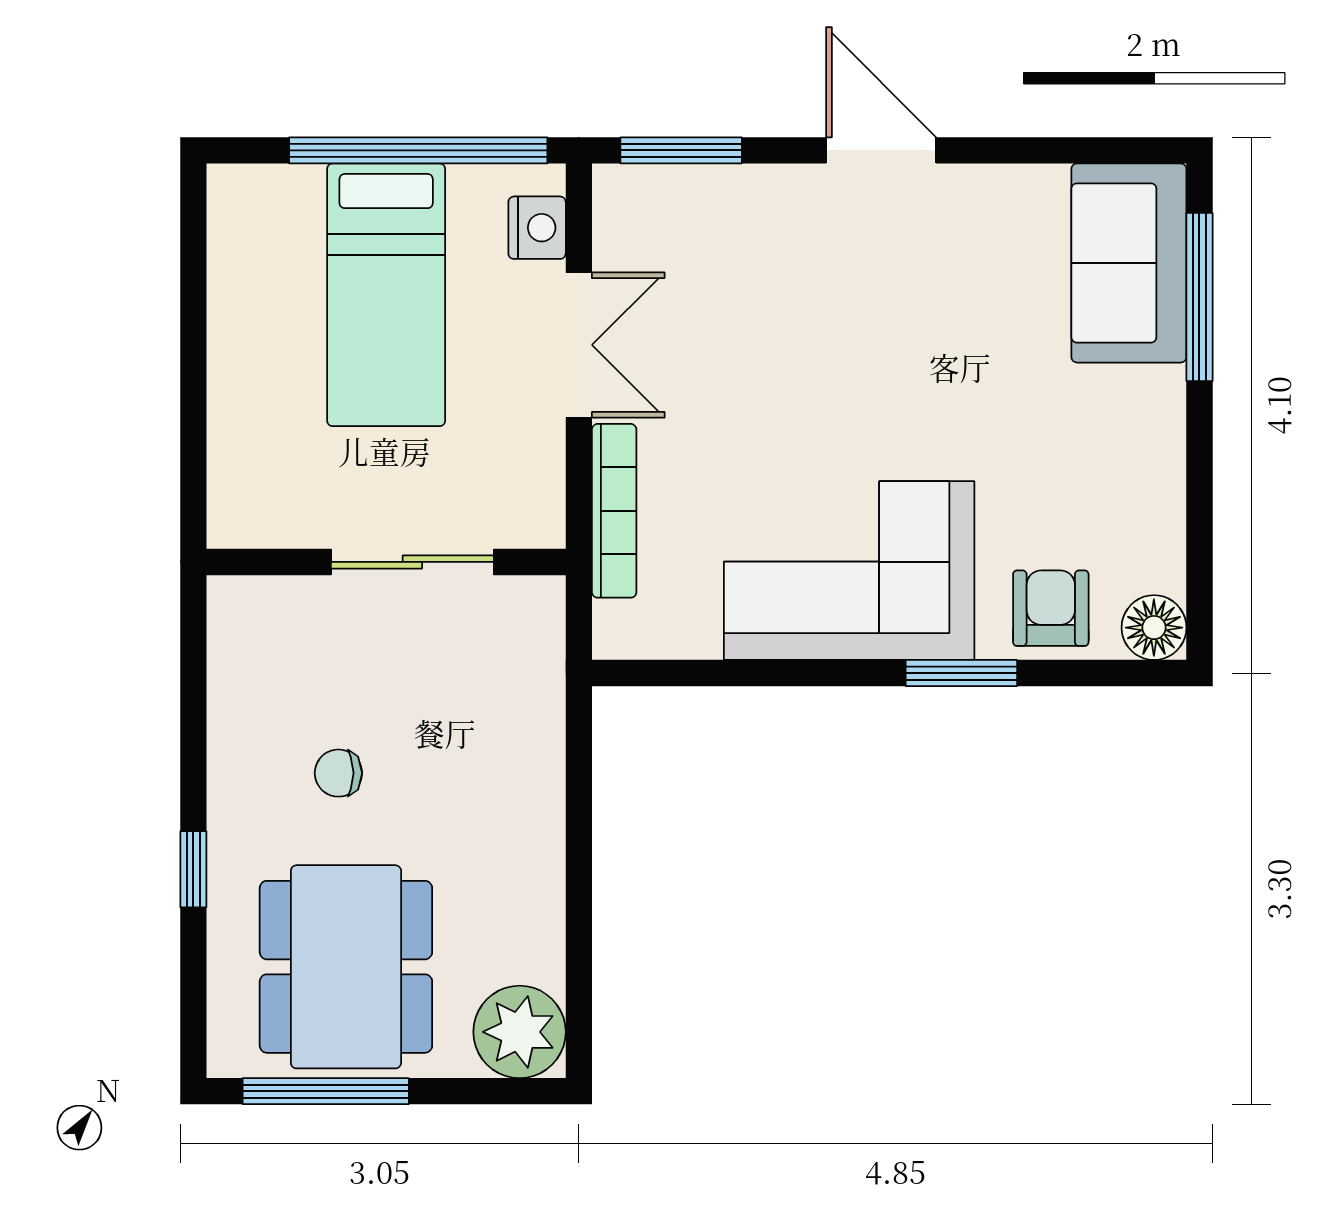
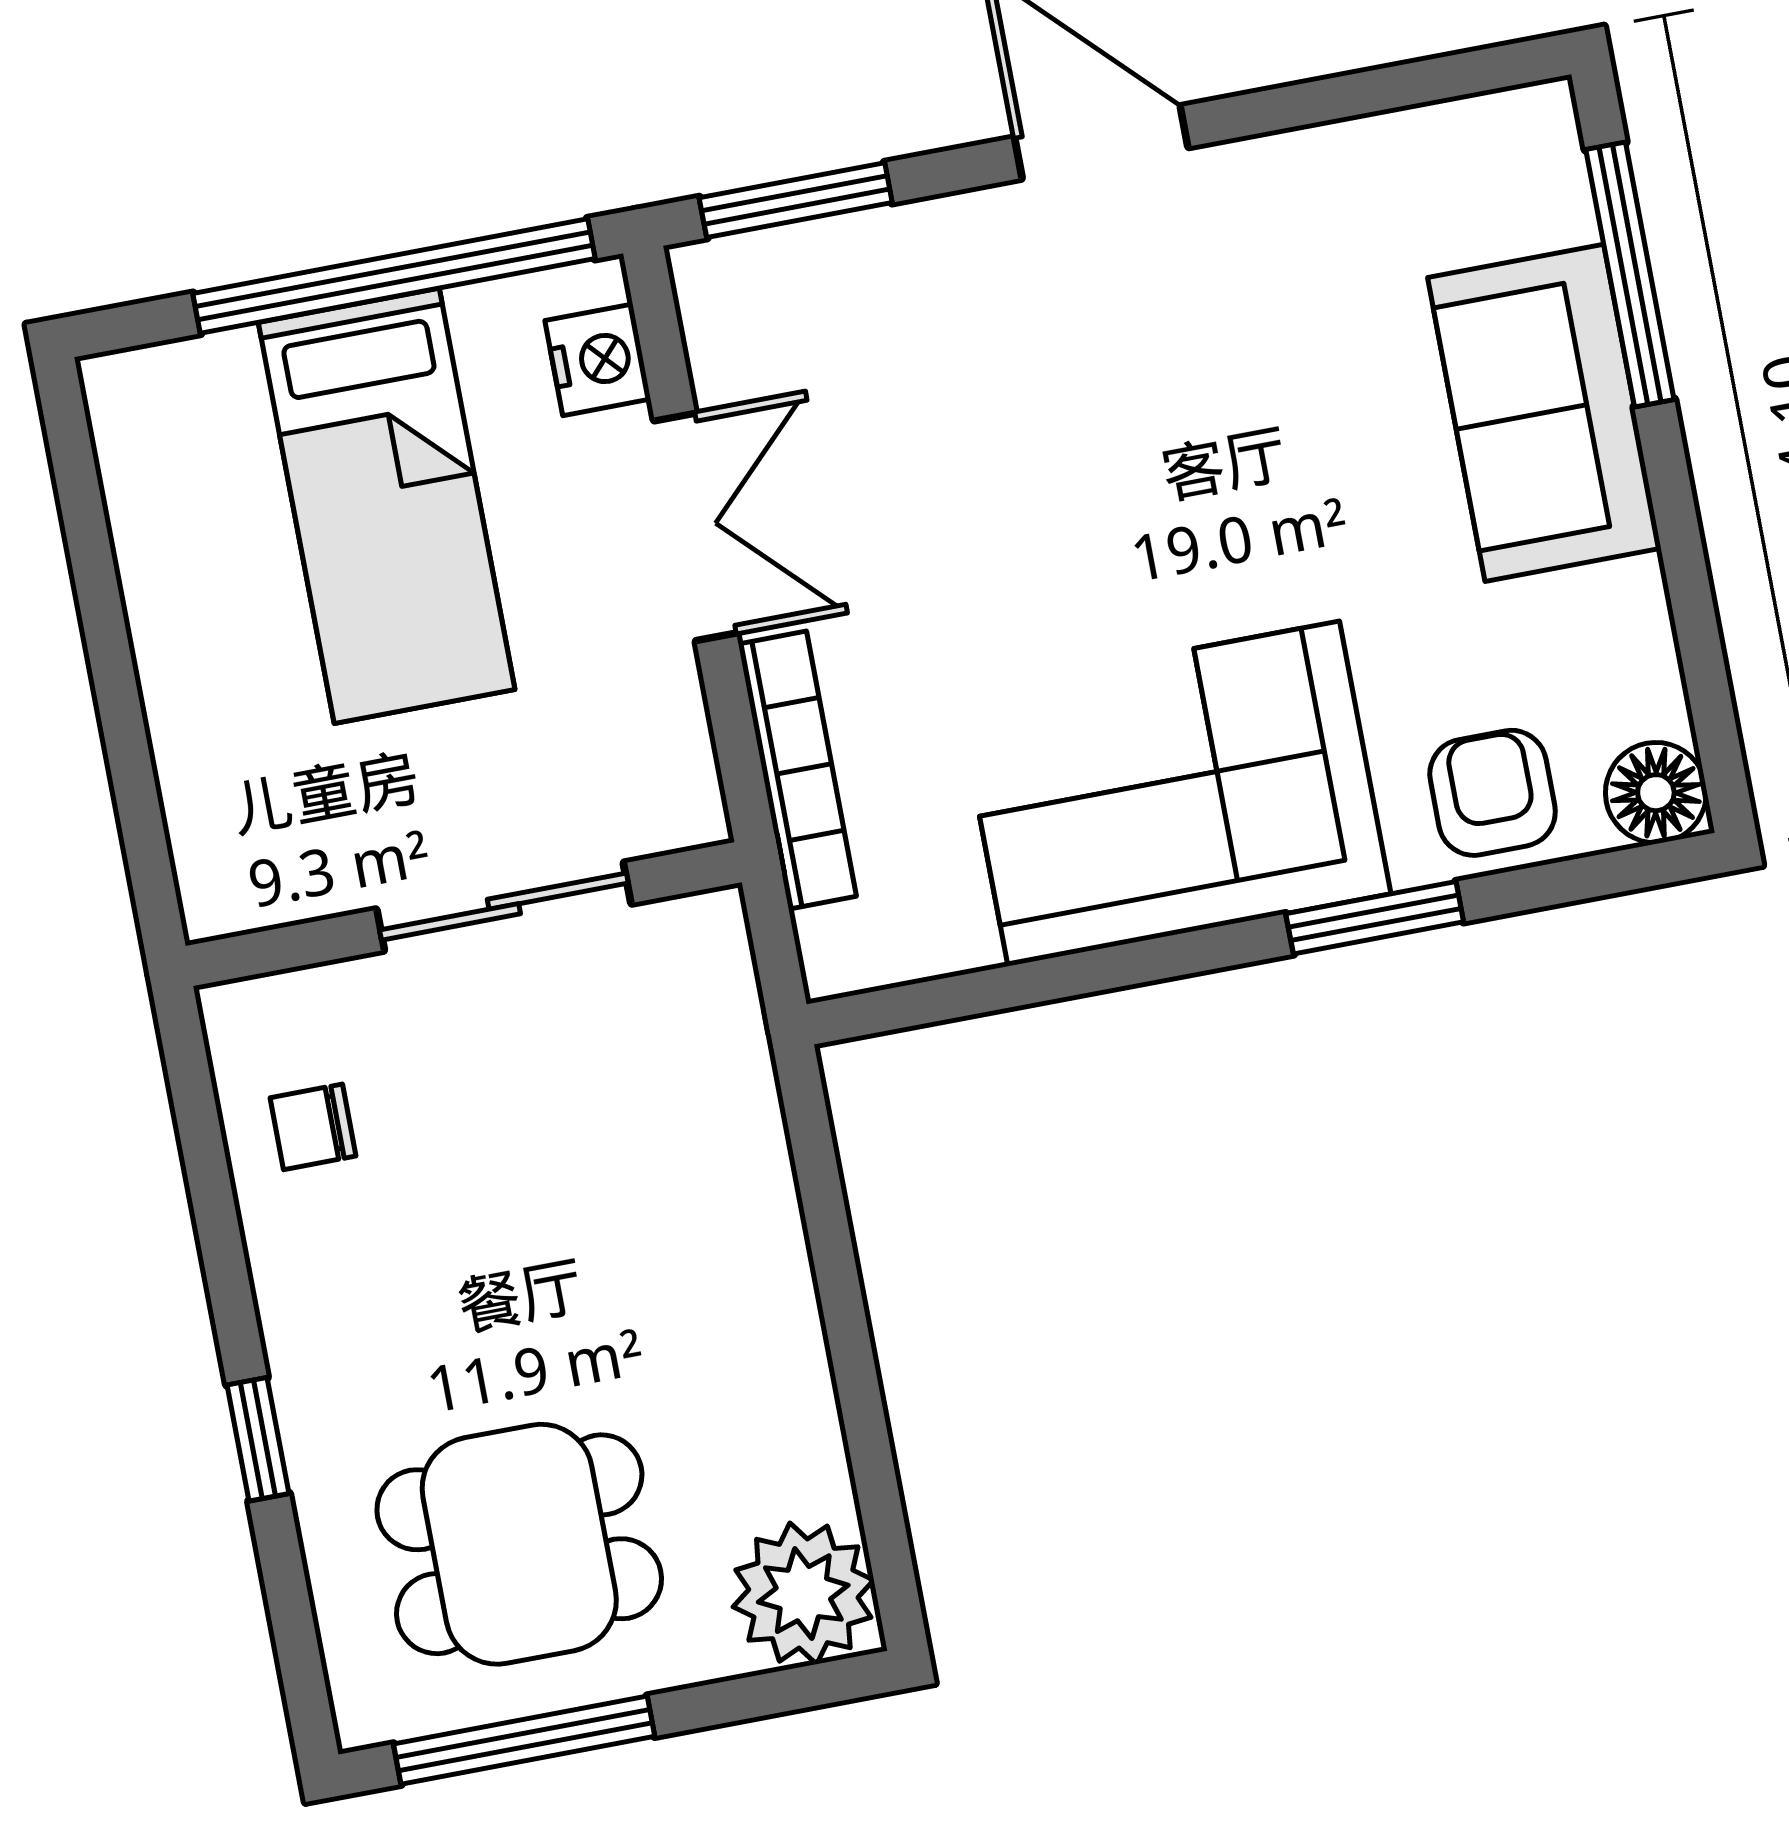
sofa: (1129, 263) -> (1544, 413), moved
chair: (338, 773) -> (313, 1127), moved
dining table: (346, 967) -> (519, 1544), width x0.73

